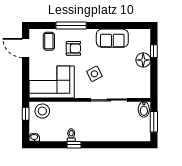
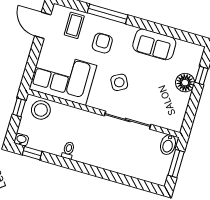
armchair: (73, 48) -> (102, 43), turned -90
window: (74, 145) -> (32, 153), moved

